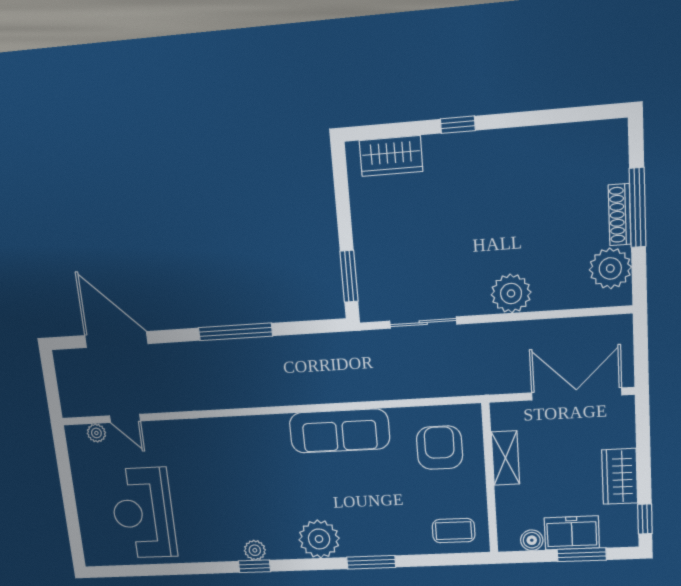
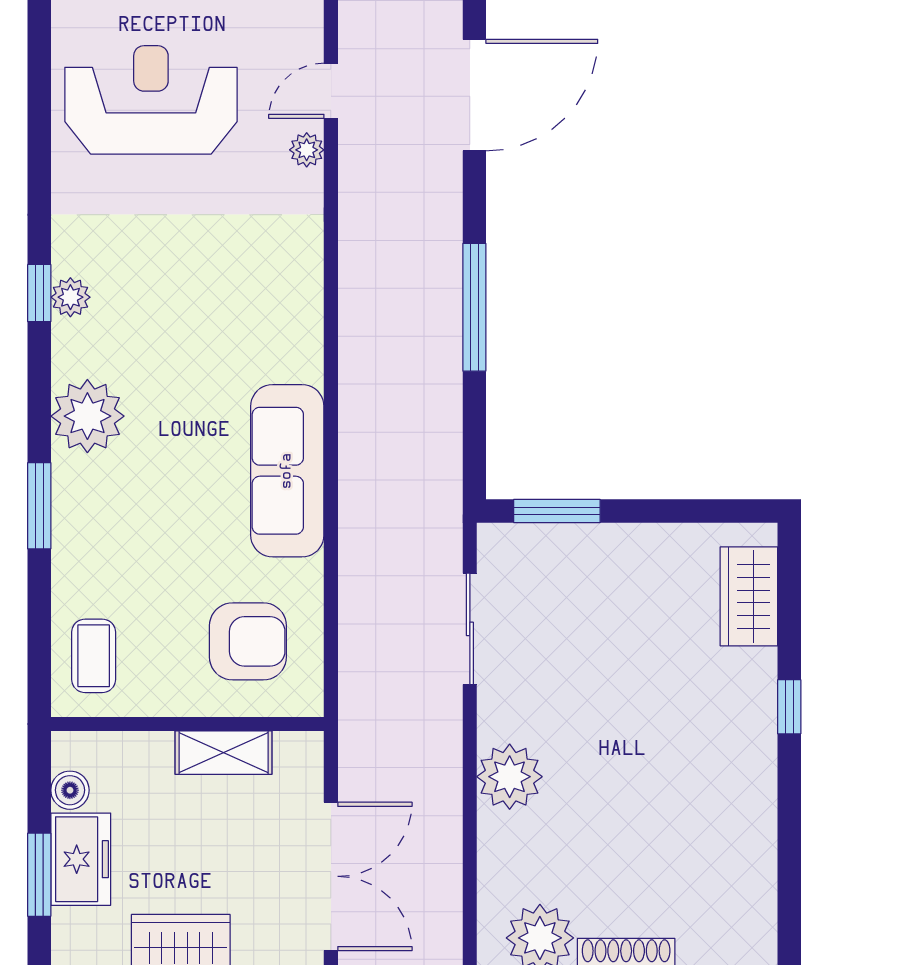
plant: (96, 433) -> (307, 150), moved

